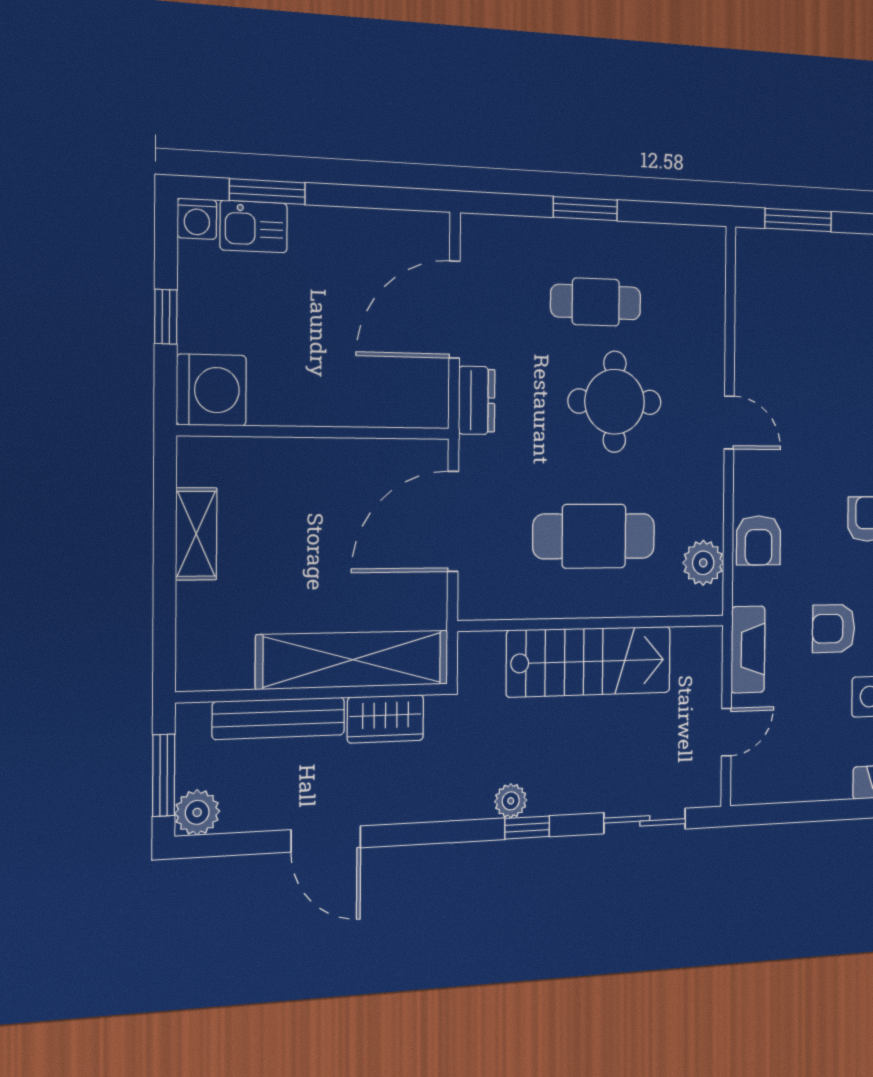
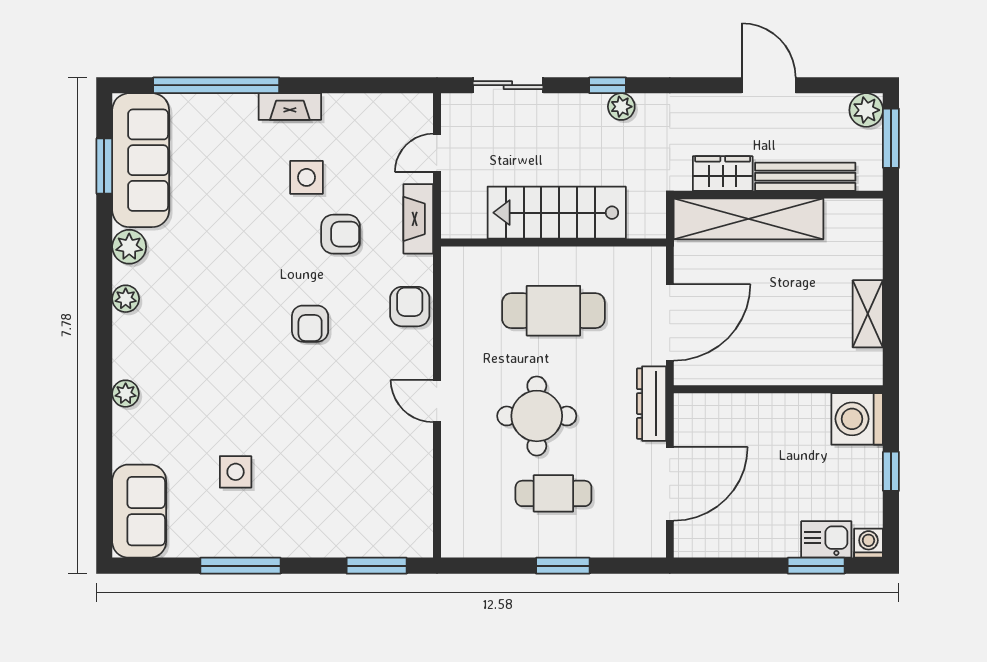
dresser: (477, 400) -> (651, 404), width x1.44
plant: (703, 563) -> (459, 289), removed

